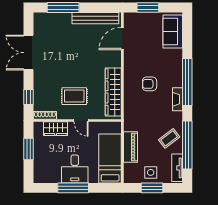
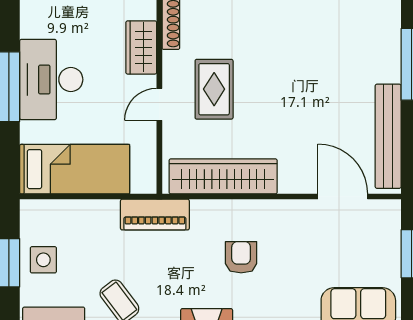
piano: (130, 147) -> (155, 215), moved
desk: (75, 169) -> (51, 80), width x1.37

